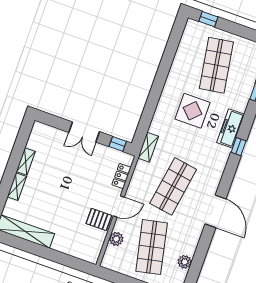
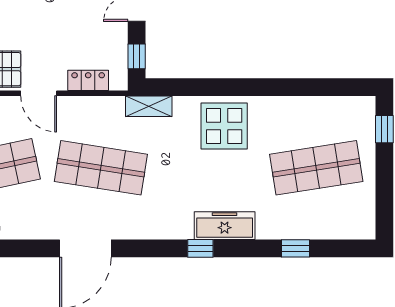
display table: (192, 111) -> (224, 126), moved

